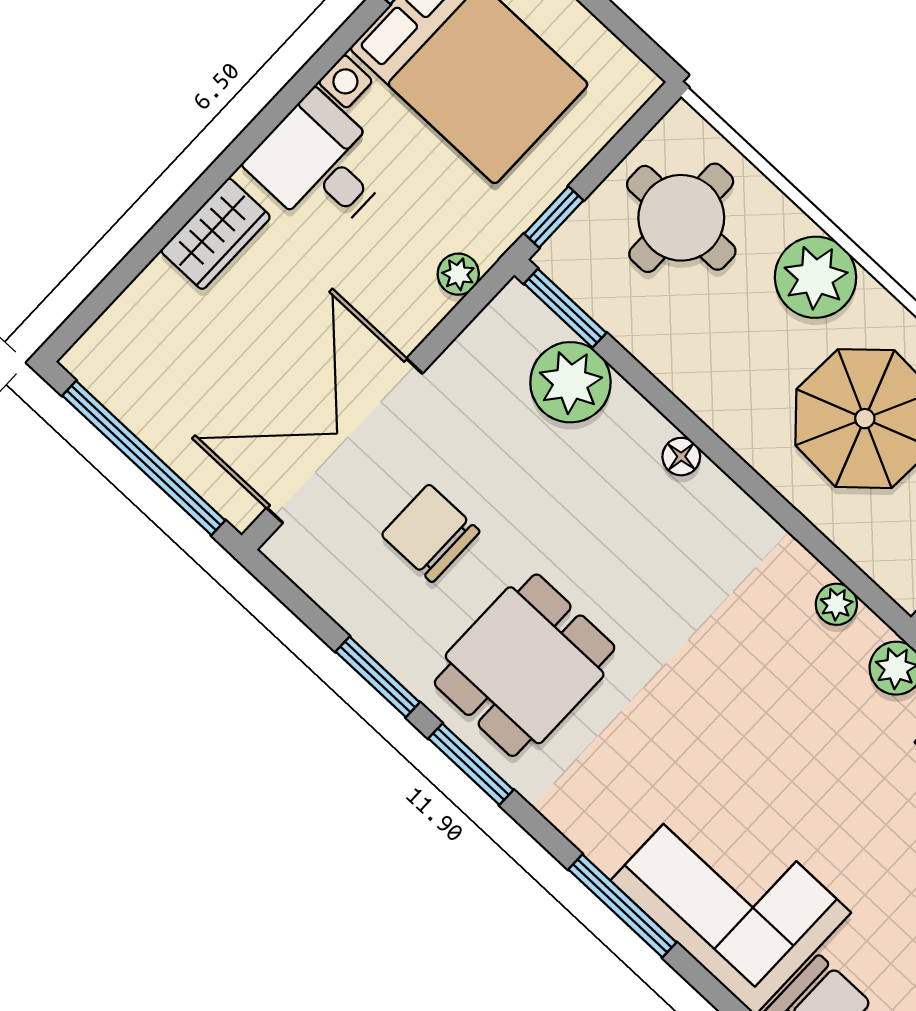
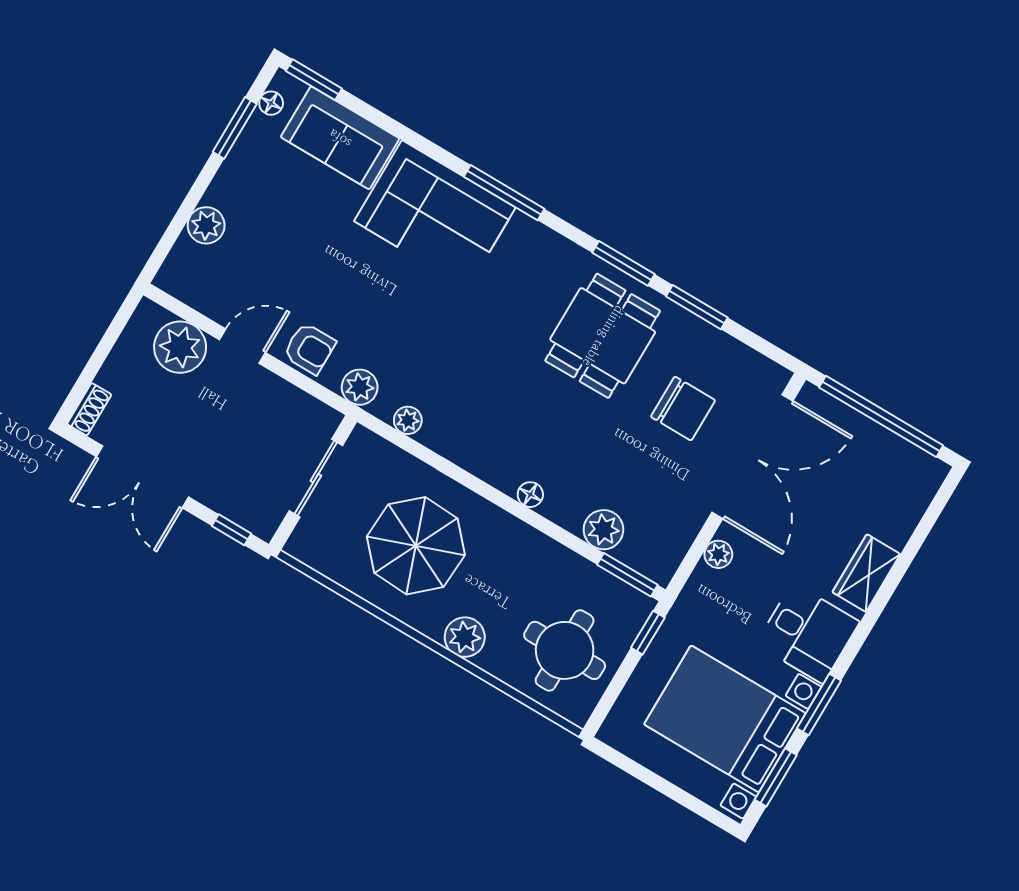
window: (327, 57) -> (819, 705), added
plant: (458, 274) -> (718, 554), moved
plant: (815, 277) -> (465, 637), width x0.73, depth x0.73
plant: (570, 382) -> (603, 530), width x0.73, depth x0.73

